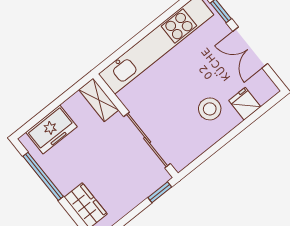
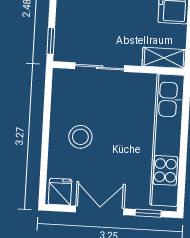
fridge: (245, 104) -> (60, 192), moved, turned -90
sliding door: (147, 140) -> (100, 67), width x0.73

